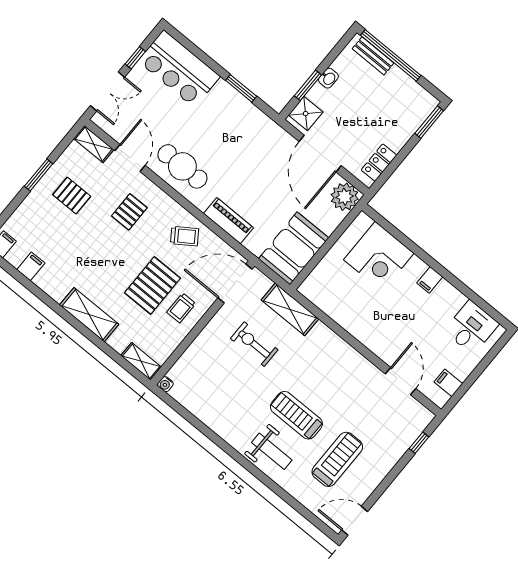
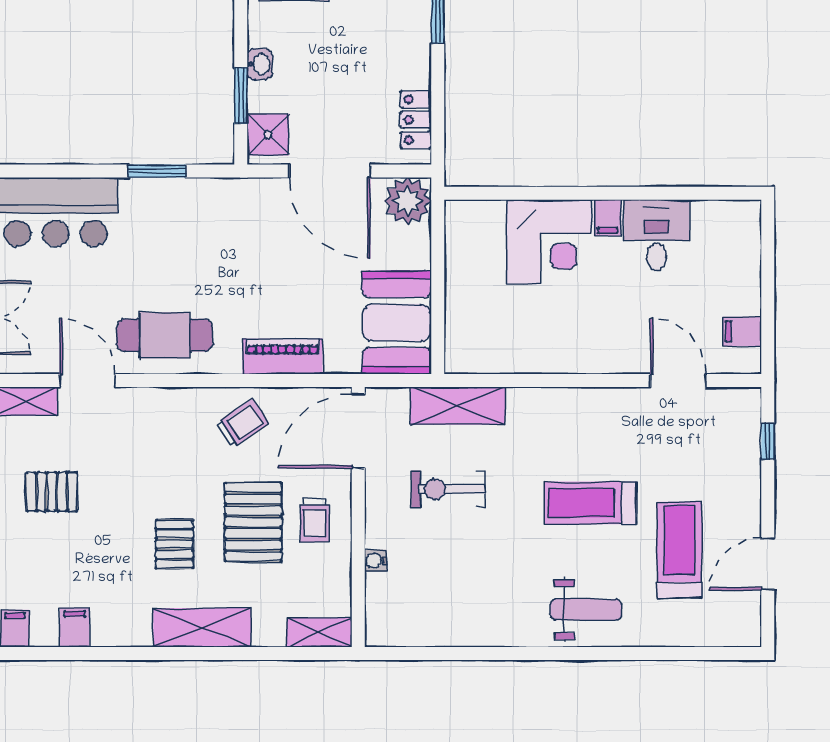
pallet: (129, 212) -> (174, 544), moved
corner desk: (379, 256) -> (549, 242), moved
desk: (471, 327) -> (656, 235), moved
water cooler: (165, 384) -> (376, 561), moved, turned 90
treadmill: (296, 415) -> (591, 503), moved
door: (355, 521) -> (768, 564), moved

